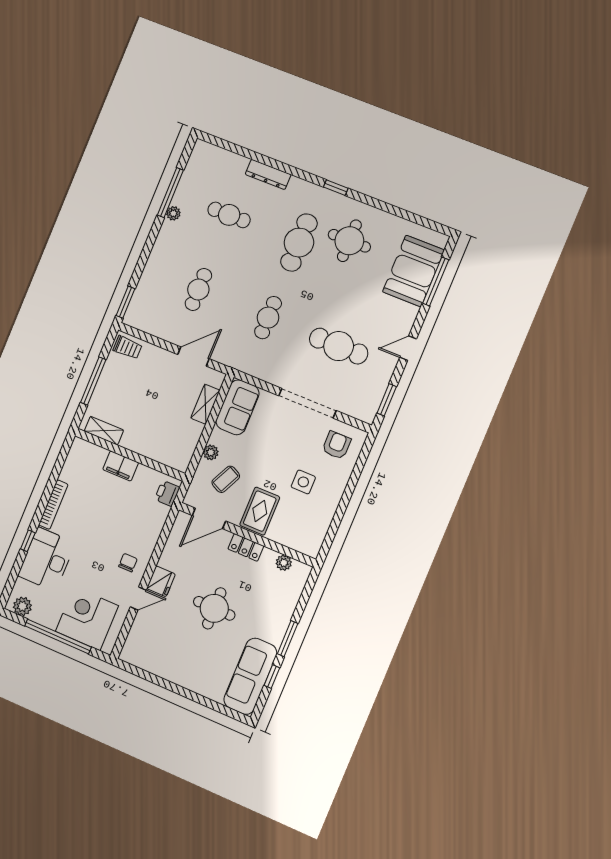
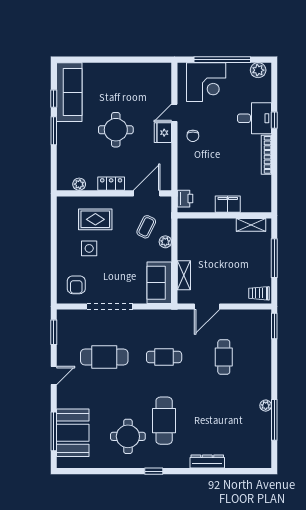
cafe table: (229, 215) -> (224, 421), removed
cafe table: (268, 318) -> (164, 357), turned 90
rug: (260, 511) -> (95, 219), moved, turned 90
desk: (47, 559) -> (254, 118), width x0.73

